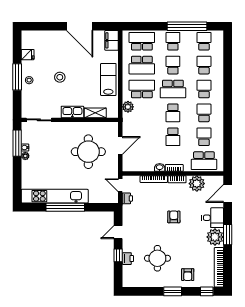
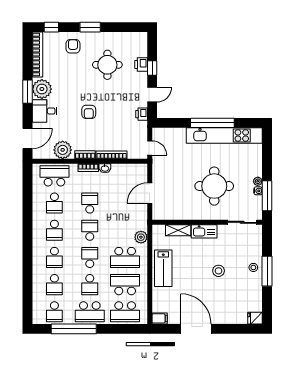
filing cabinet: (112, 40) -> (160, 318), width x0.50
school desk: (173, 41) -> (90, 312), width x1.85
fridge: (28, 55) -> (255, 318), moved
school desk: (173, 89) -> (90, 257), width x0.54
round table: (88, 152) -> (214, 186), moved
printer: (127, 198) -> (142, 114), moved

